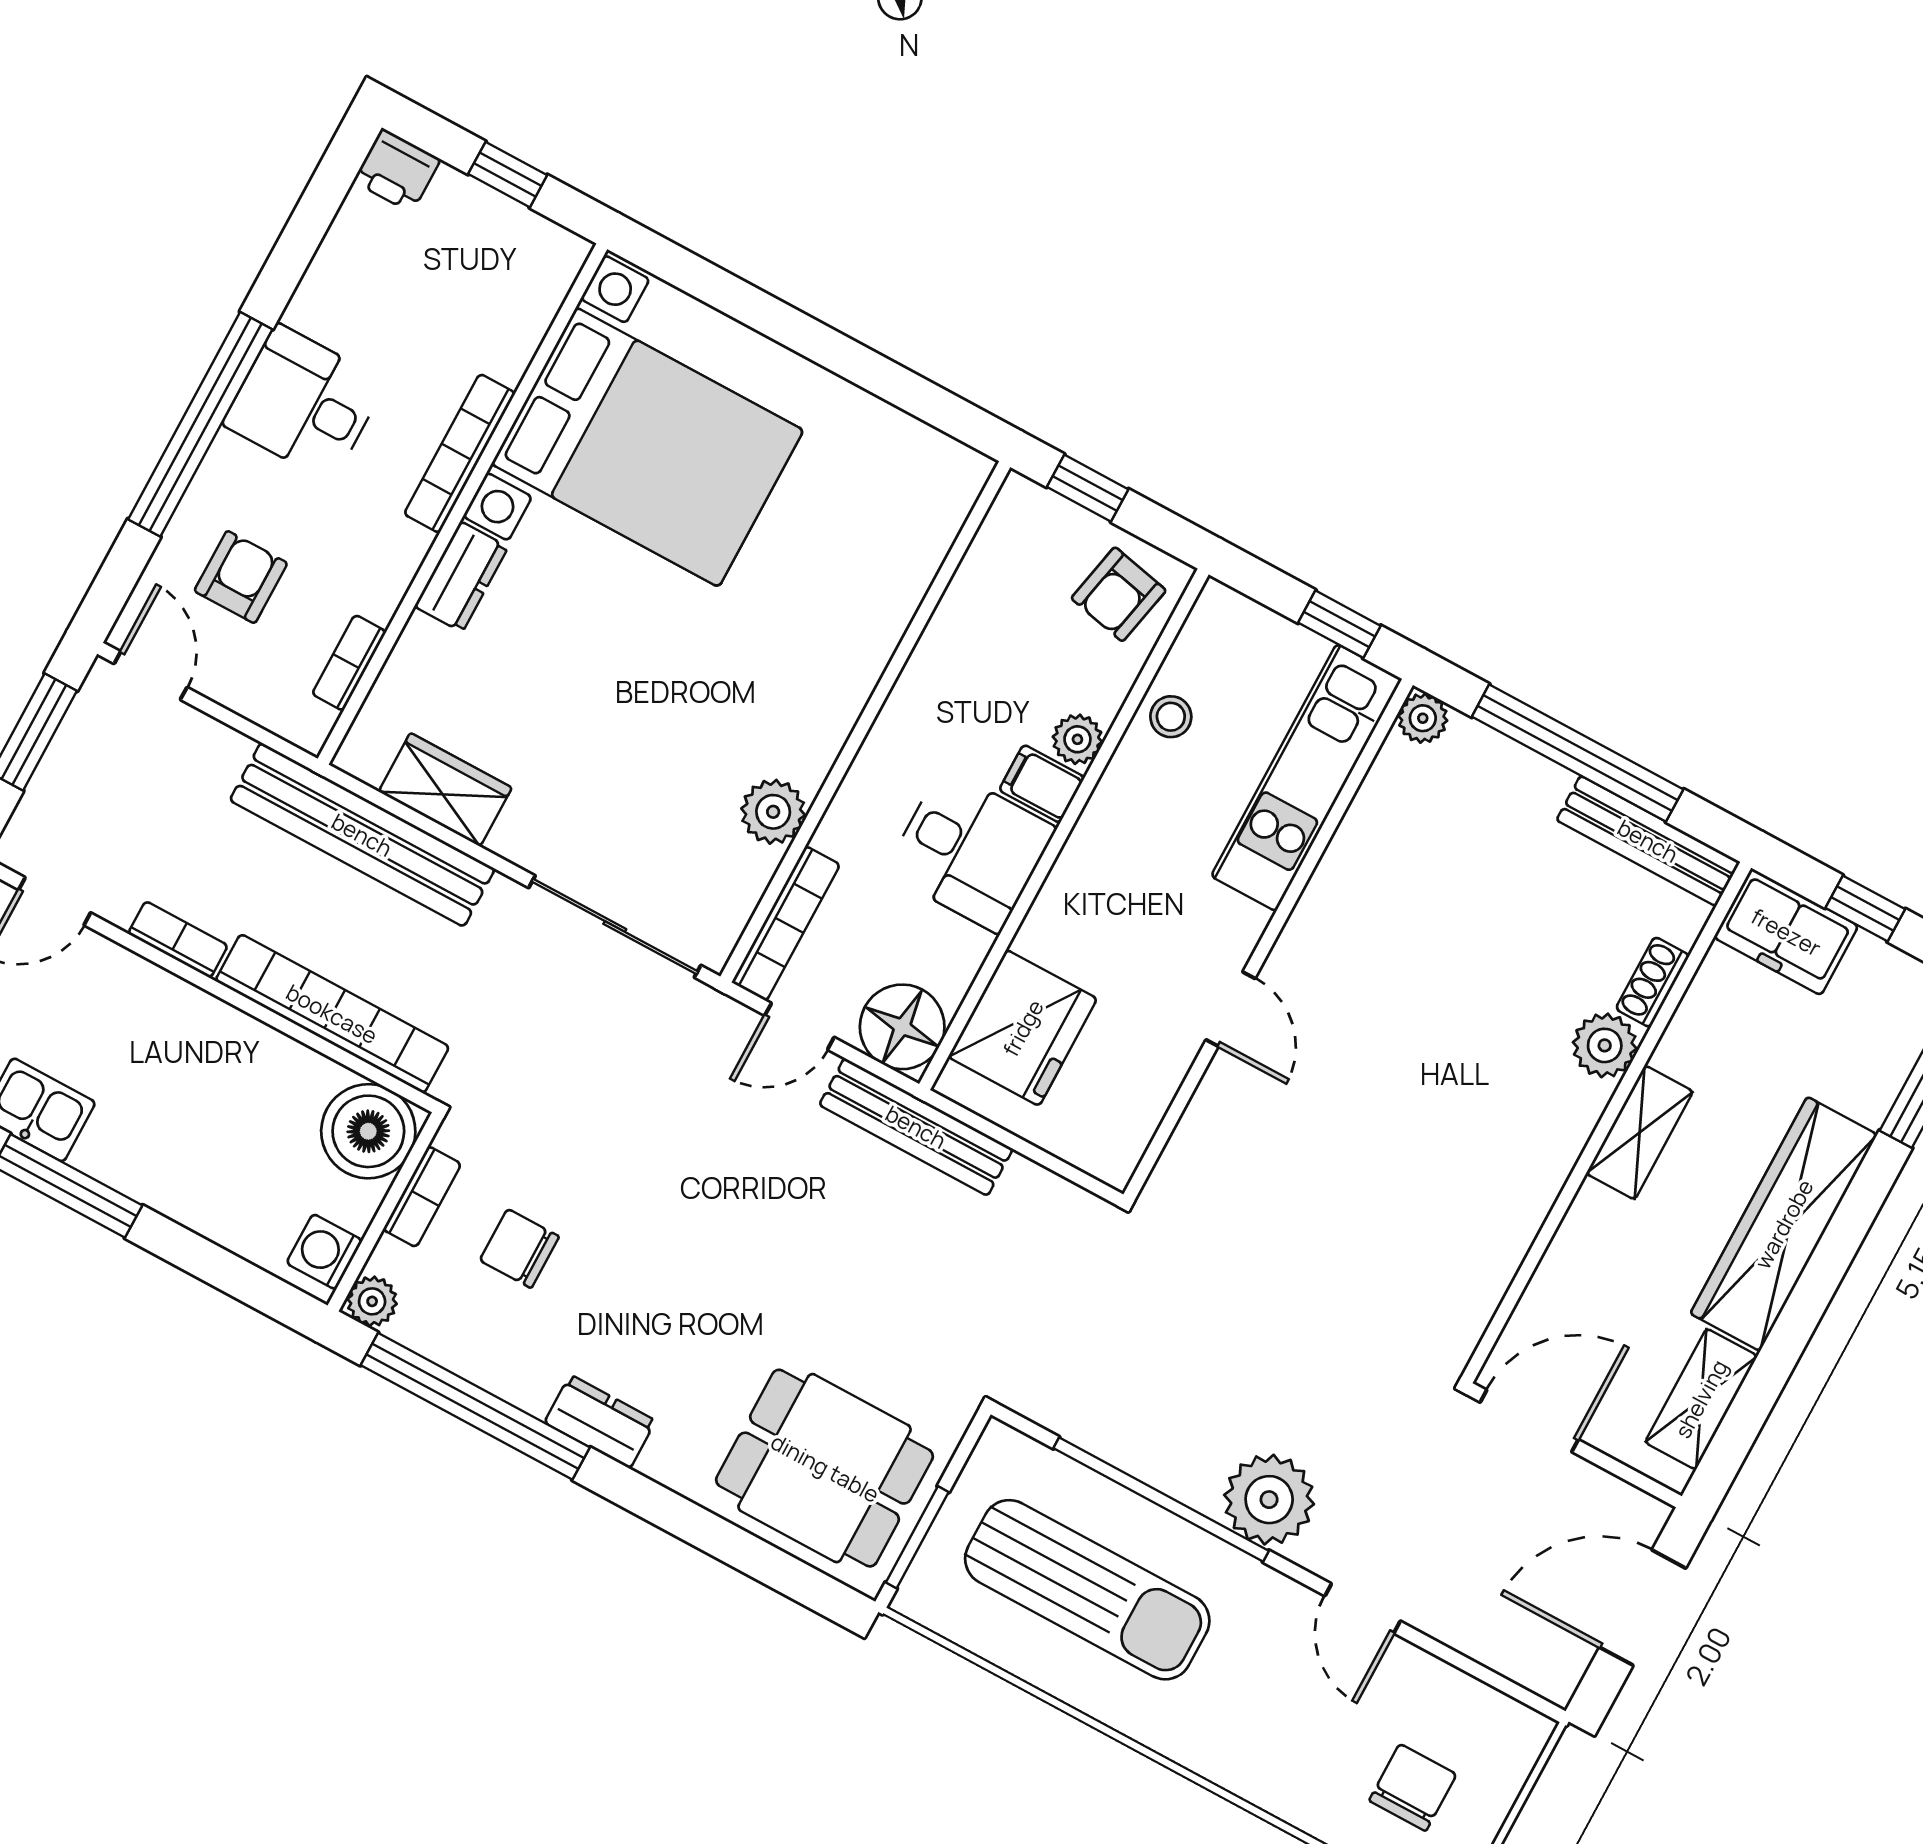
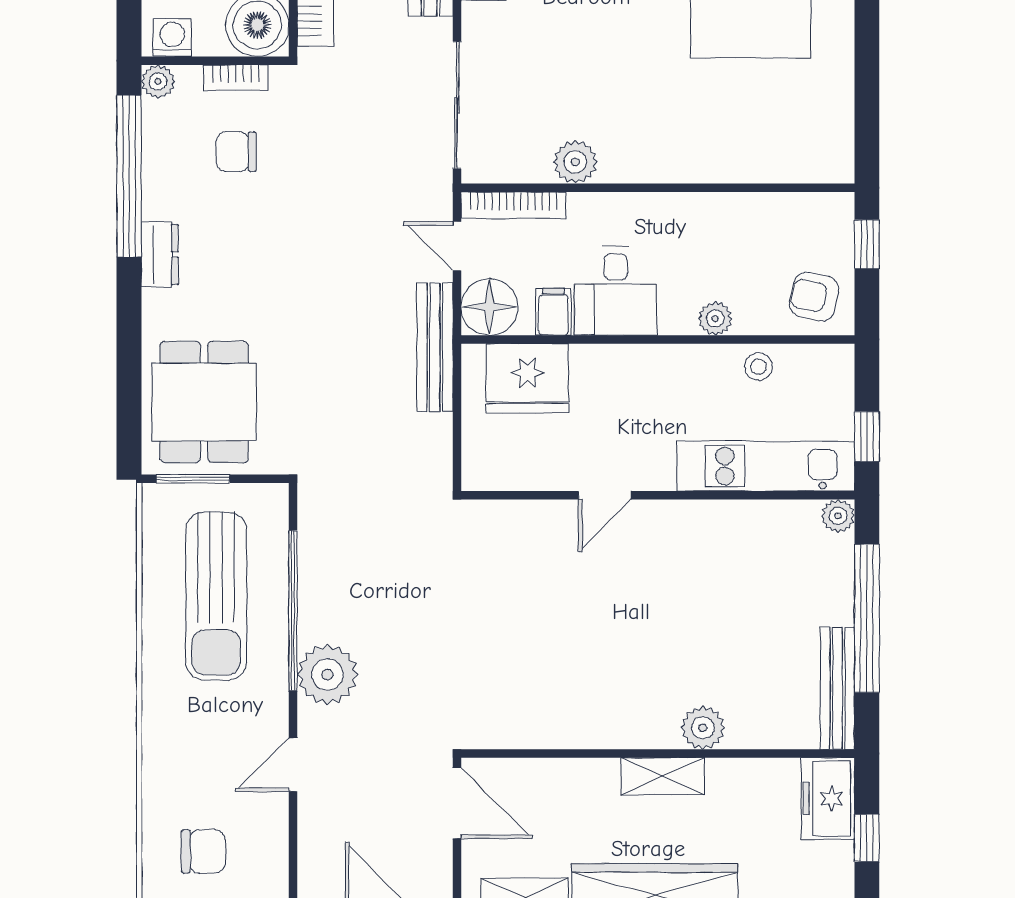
filing cabinet: (1042, 784) -> (553, 312), moved
shoe rack: (1653, 982) -> (755, 736), removed
chair: (519, 1248) -> (236, 152), turned -90

